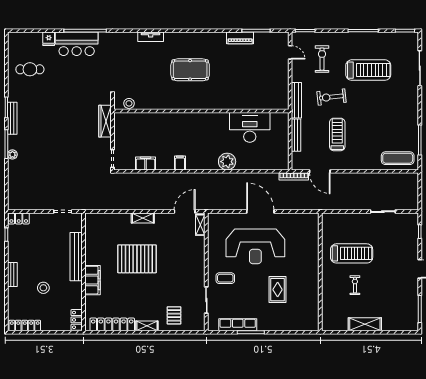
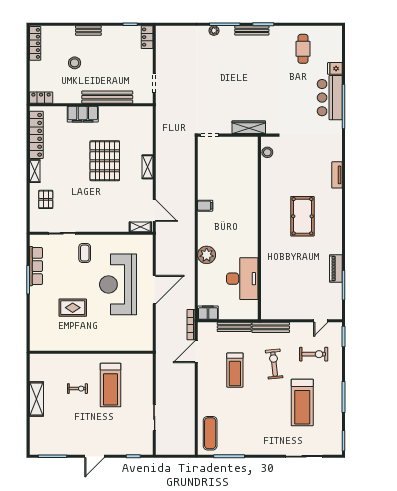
treadmill: (337, 134) -> (235, 370), turned 90
filing cabinet: (145, 164) -> (208, 313), moved, turned -90
pallet: (174, 315) -> (46, 199), turned 90

